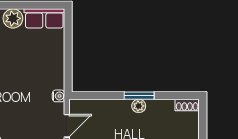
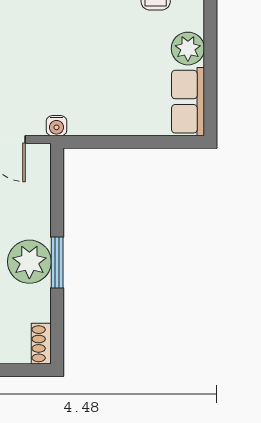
plant: (139, 106) -> (29, 262), width x1.88, depth x1.88

